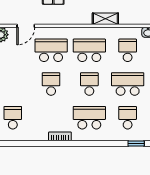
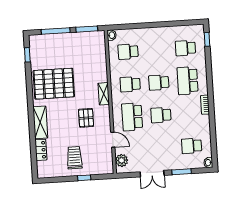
shelving: (105, 19) -> (104, 94), moved
school desk: (89, 50) -> (130, 84), width x0.54
school desk: (128, 84) -> (157, 50), removed

